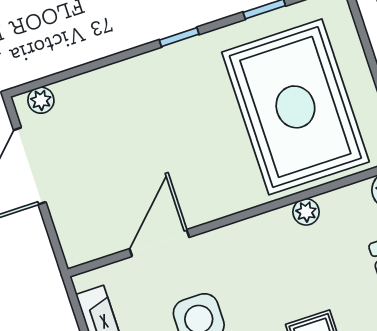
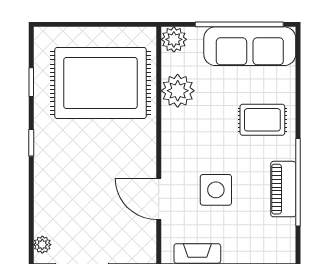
plant: (306, 212) -> (178, 91), width x1.88, depth x1.88

